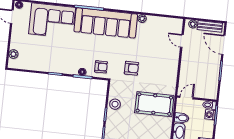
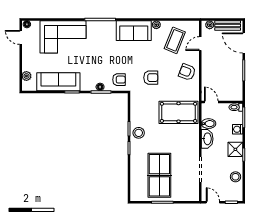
sofa: (106, 23) -> (134, 31), width x0.54, depth x0.79
coffee table: (158, 35) -> (175, 40), added
door: (182, 41) -> (200, 44), hinge flipped
sofa: (43, 63) -> (58, 82), added
armchair: (167, 67) -> (187, 72), added
door: (187, 98) -> (211, 102), hinge flipped
stool: (115, 104) -> (139, 133), moved
washing machine: (210, 115) -> (238, 129), moved

